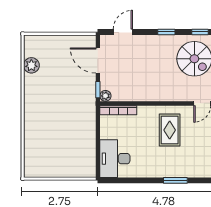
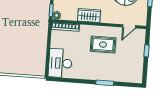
wardrobe: (148, 93) -> (89, 15), added
rug: (170, 130) -> (103, 45), turned 90

